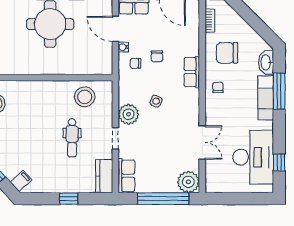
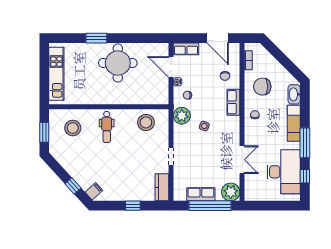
chair: (157, 56) -> (225, 76), moved
window: (279, 91) -> (305, 143), moved
plant: (129, 114) -> (182, 116), moved
dental chair: (72, 138) -> (107, 127), moved
row of seats: (126, 176) -> (201, 194), moved, turned -90

